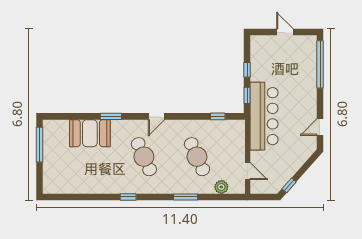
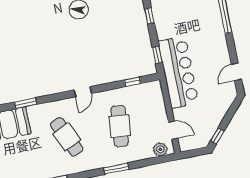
window: (247, 70) -> (149, 16), moved
door: (156, 116) -> (83, 92), moved
cafe table: (197, 157) -> (120, 126), turned 30
plant: (221, 187) -> (160, 149), moved

